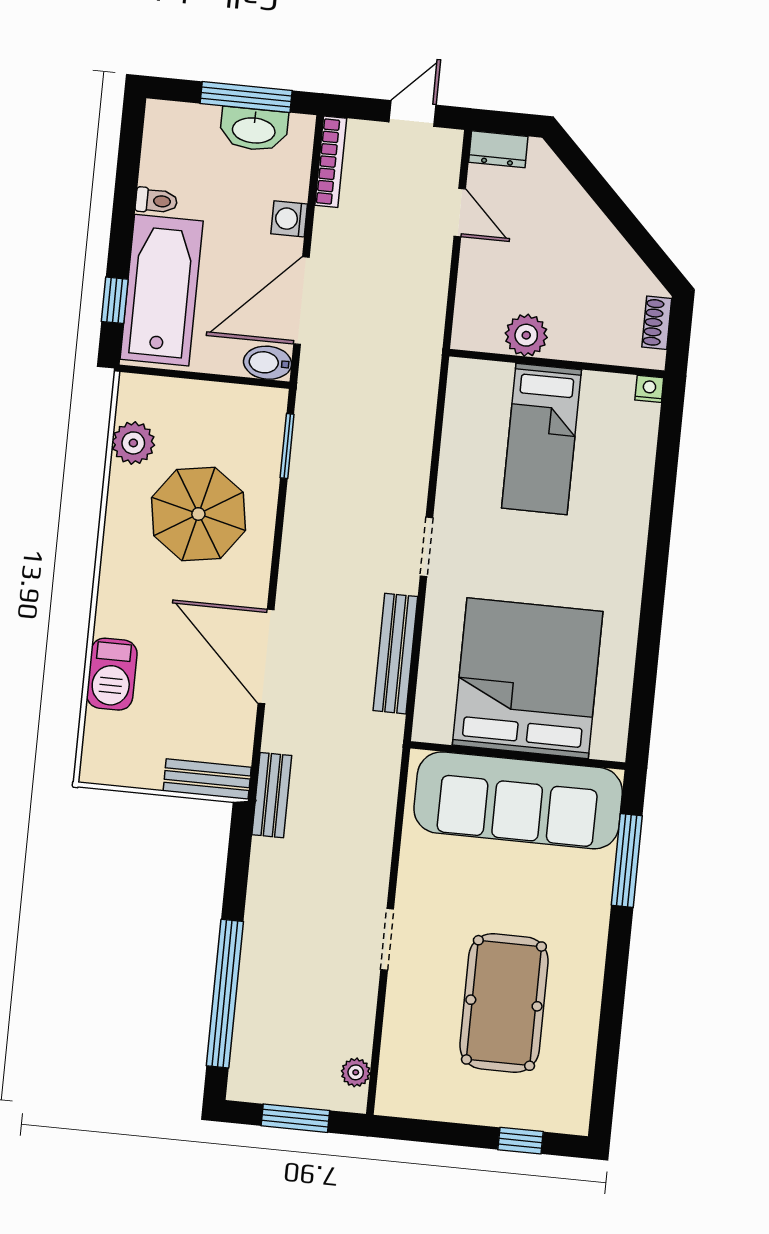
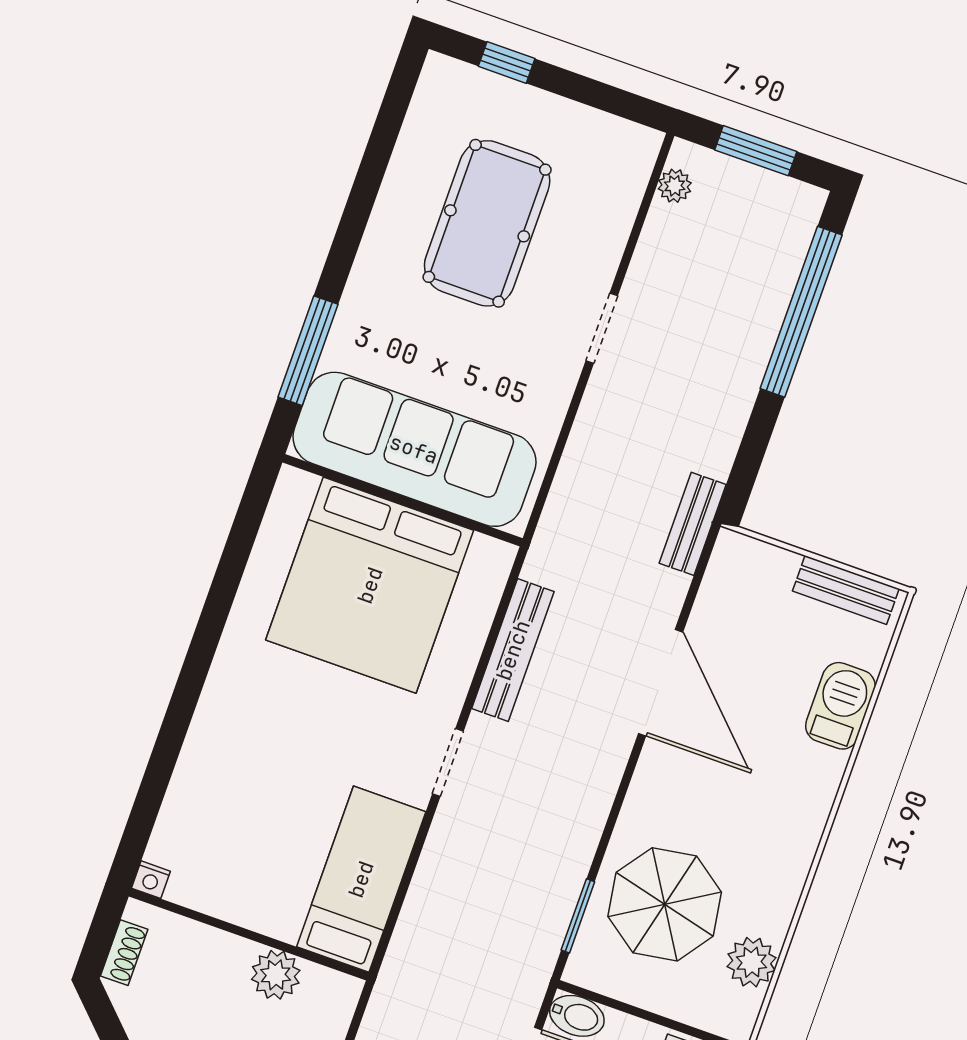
bed: (542, 439) -> (361, 879), moved
parasol: (198, 514) -> (665, 904), moved
bench: (207, 779) -> (846, 590), moved

